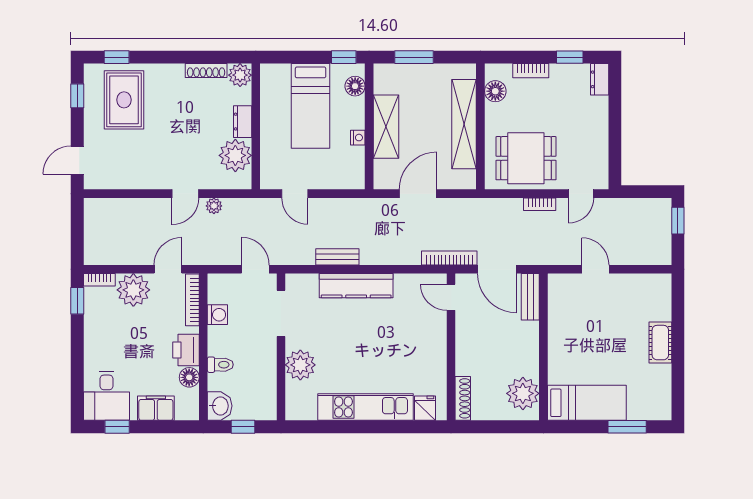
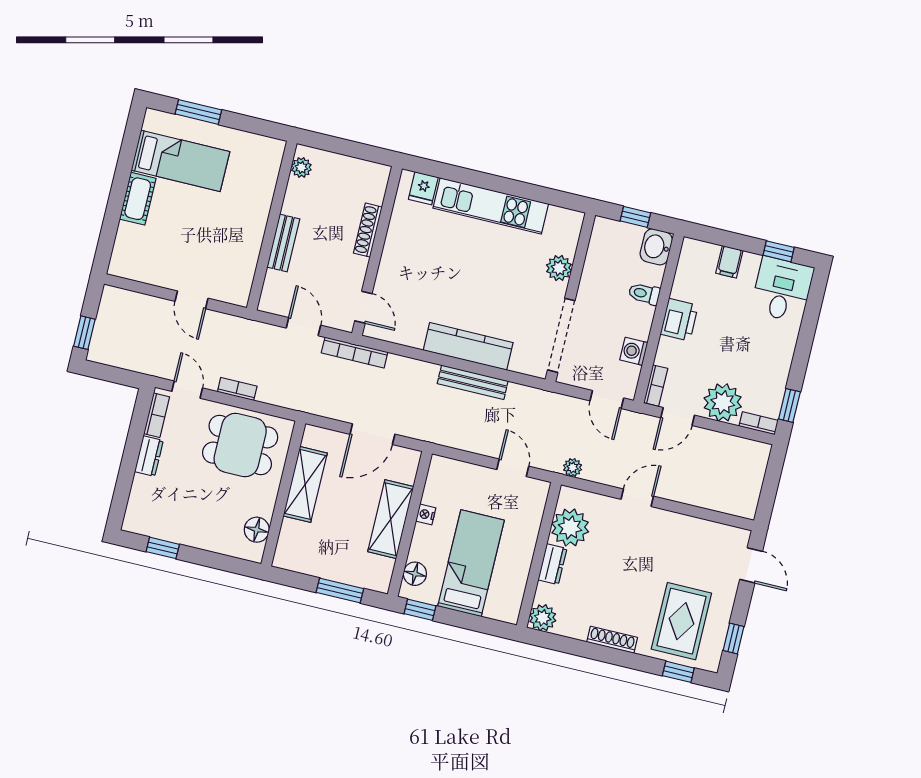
shoe rack: (206, 71) -> (612, 640), moved
bookcase: (531, 71) -> (157, 415), moved, turned 90
dresser: (600, 79) -> (149, 456), moved
shelving: (464, 124) -> (305, 484), width x0.68
door: (77, 160) -> (751, 565), hinge flipped
door: (581, 194) -> (187, 390), hinge flipped
plant: (214, 206) -> (573, 468), moved
bench: (337, 257) -> (473, 382), width x1.36
door: (255, 269) -> (607, 399), moved
door: (497, 269) -> (303, 327), width x0.73
bench: (530, 297) -> (283, 243), moved
bookcase: (192, 300) -> (656, 386), width x0.64
doorway: (281, 313) -> (561, 335), width x1.36
plant: (300, 365) -> (559, 268), width x0.73, depth x0.73
floor lamp: (189, 377) -> (683, 288), removed
plant: (523, 393) -> (301, 167), width x0.53, depth x0.53
shoe rack: (463, 398) -> (368, 230), moved
bed: (587, 403) -> (180, 161), moved, turned 180
filing cabinet: (156, 408) -> (729, 262), width x0.50

